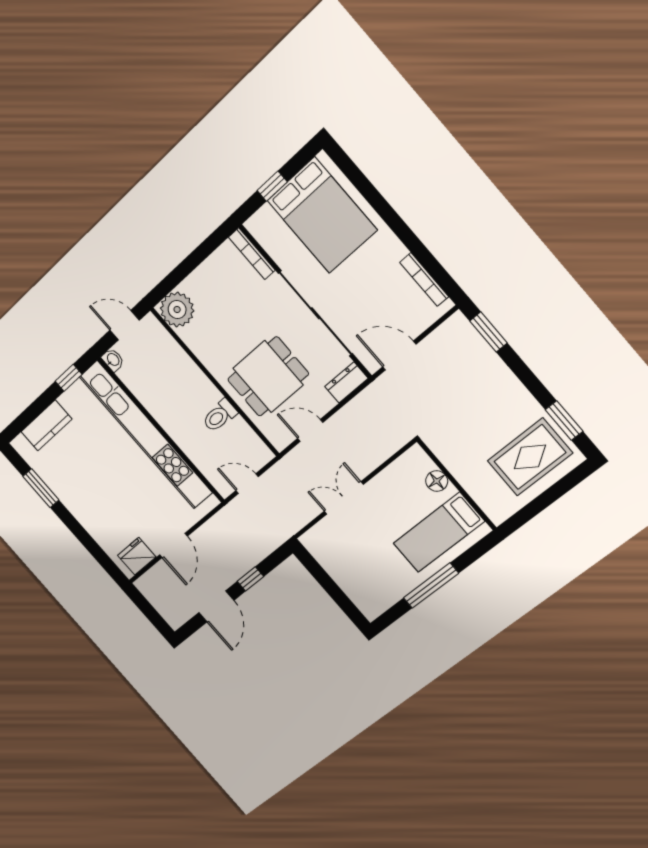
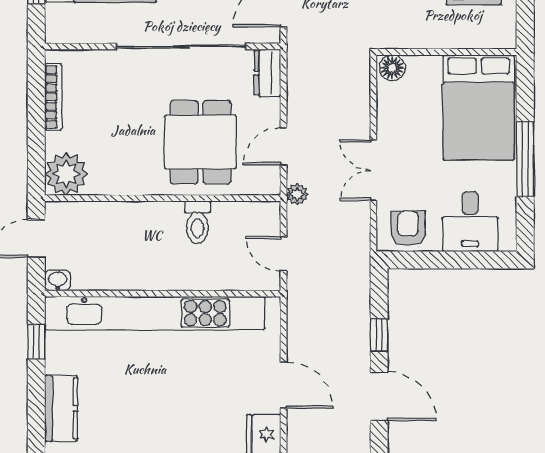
bookcase: (252, 254) -> (53, 97), moved, turned -90
plant: (289, 463) -> (297, 194), added
floor lamp: (437, 481) -> (392, 68), moved
door: (247, 484) -> (284, 254), hinge flipped
bed: (439, 532) -> (479, 107), width x1.50
armchair: (327, 547) -> (408, 228), added
desk: (364, 581) -> (470, 222), added

